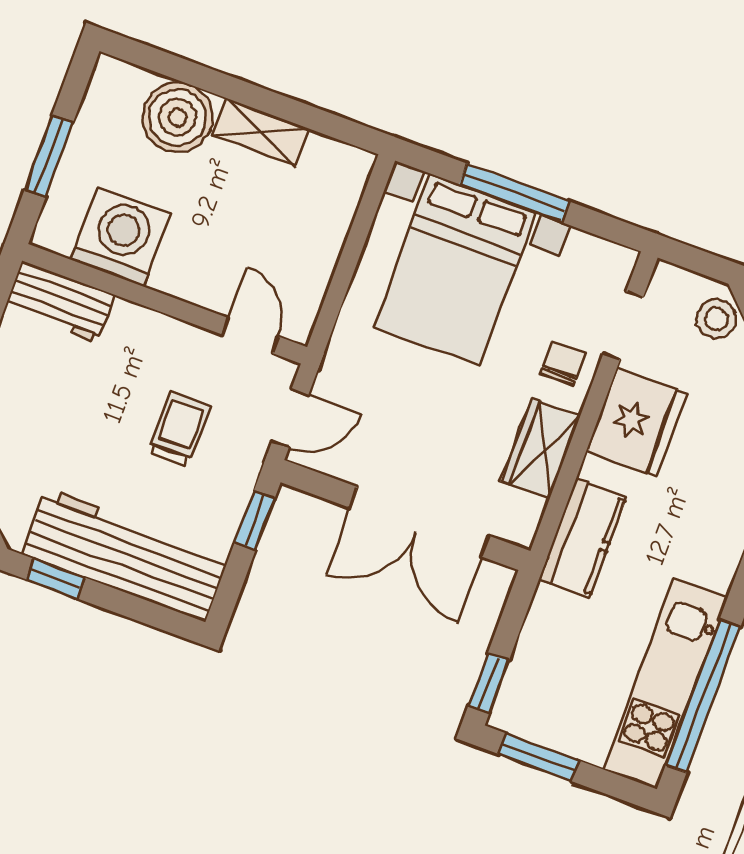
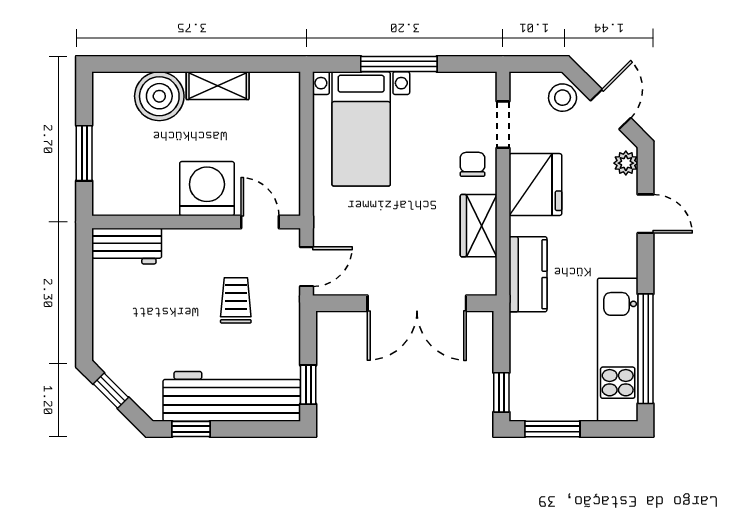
washing machine: (121, 237) -> (207, 189), moved
bed with nightstands: (455, 270) -> (361, 129), width x0.73
window: (255, 521) -> (308, 385), moved

